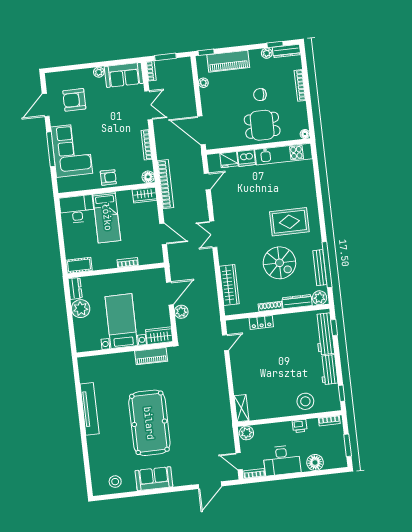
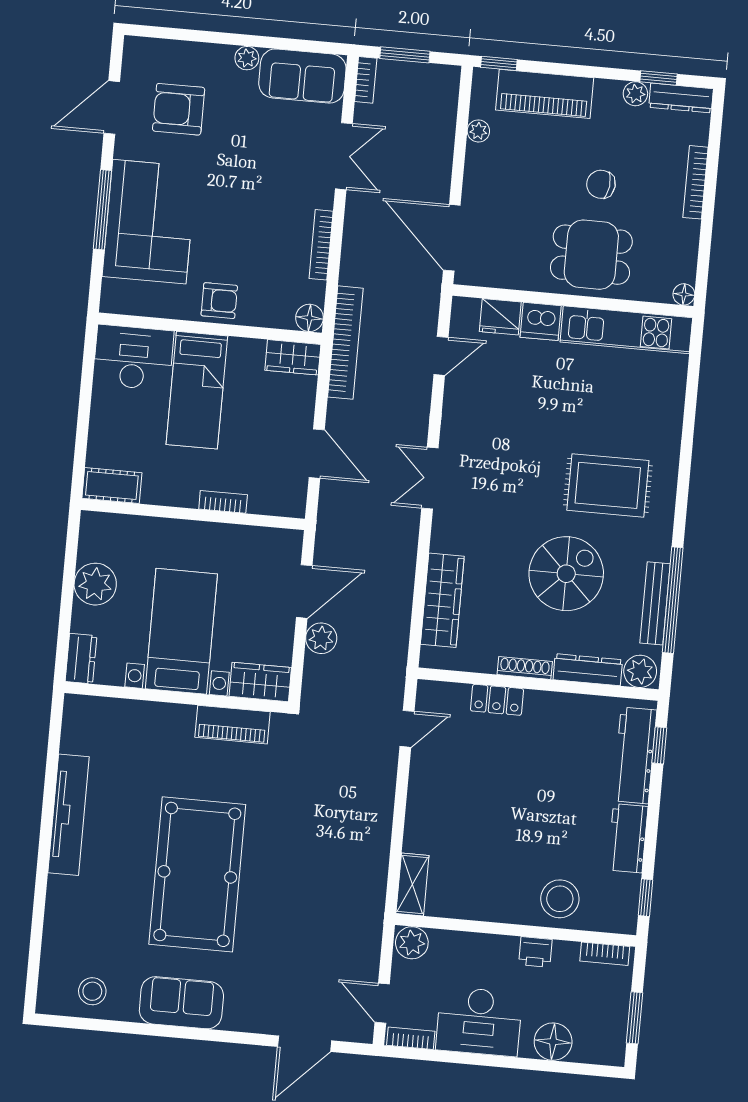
spiral stairs: (279, 263) -> (566, 574), turned -90
dresser: (75, 288) -> (81, 659), moved

